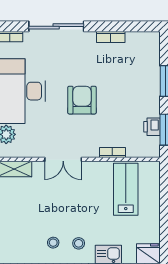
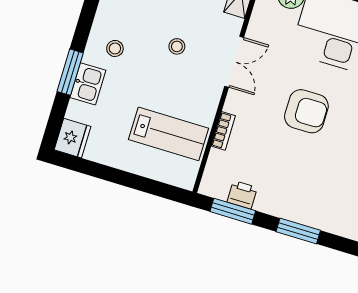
double door: (63, 159) -> (234, 62), swing flipped
stool: (53, 243) -> (177, 46), moved

